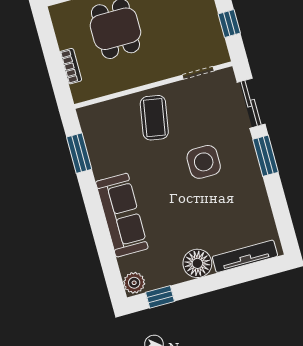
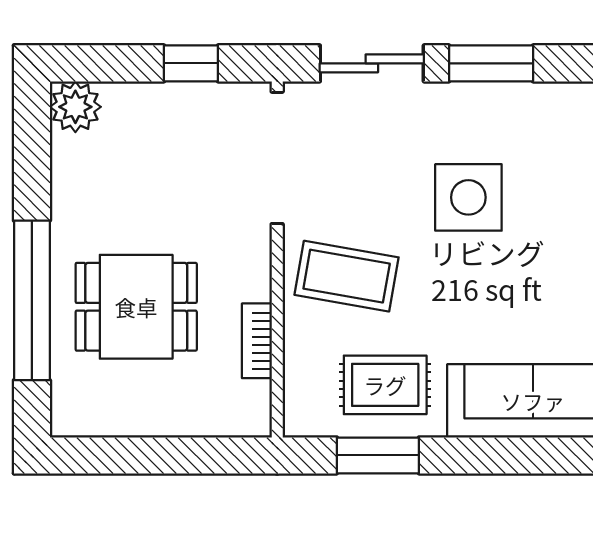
bookcase: (71, 66) -> (257, 341), moved, turned -90
doorway: (198, 73) -> (277, 158), width x1.87
rug: (111, 148) -> (385, 385), added

